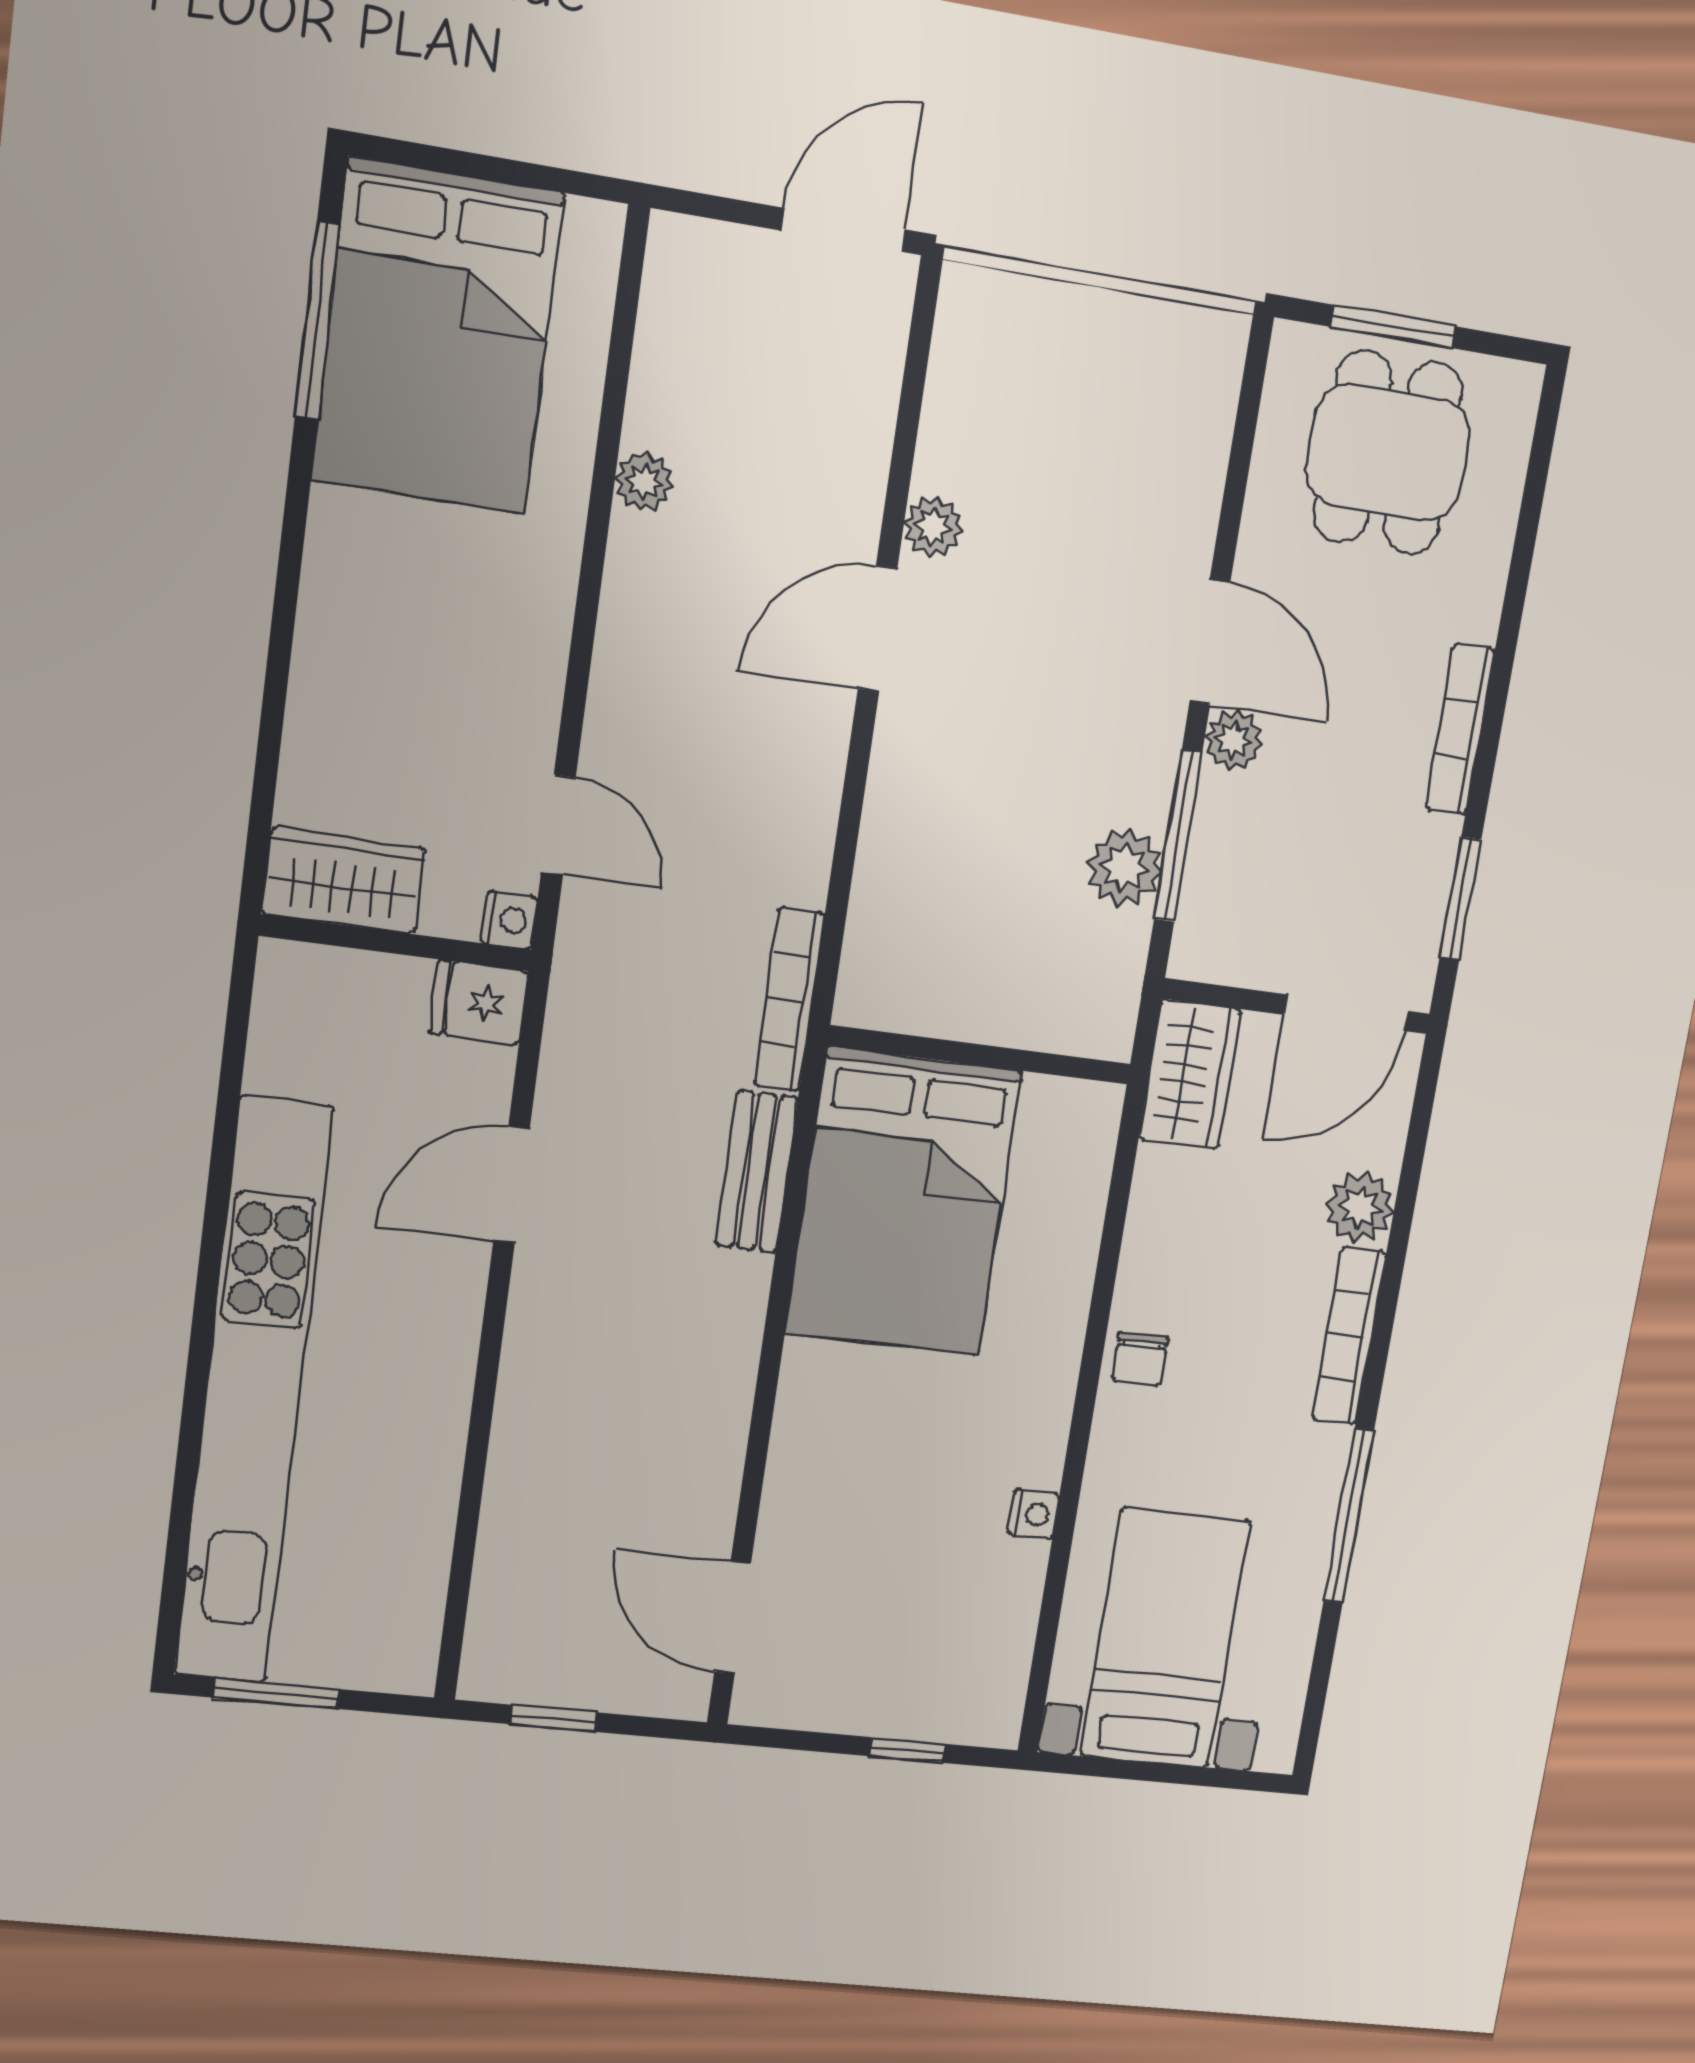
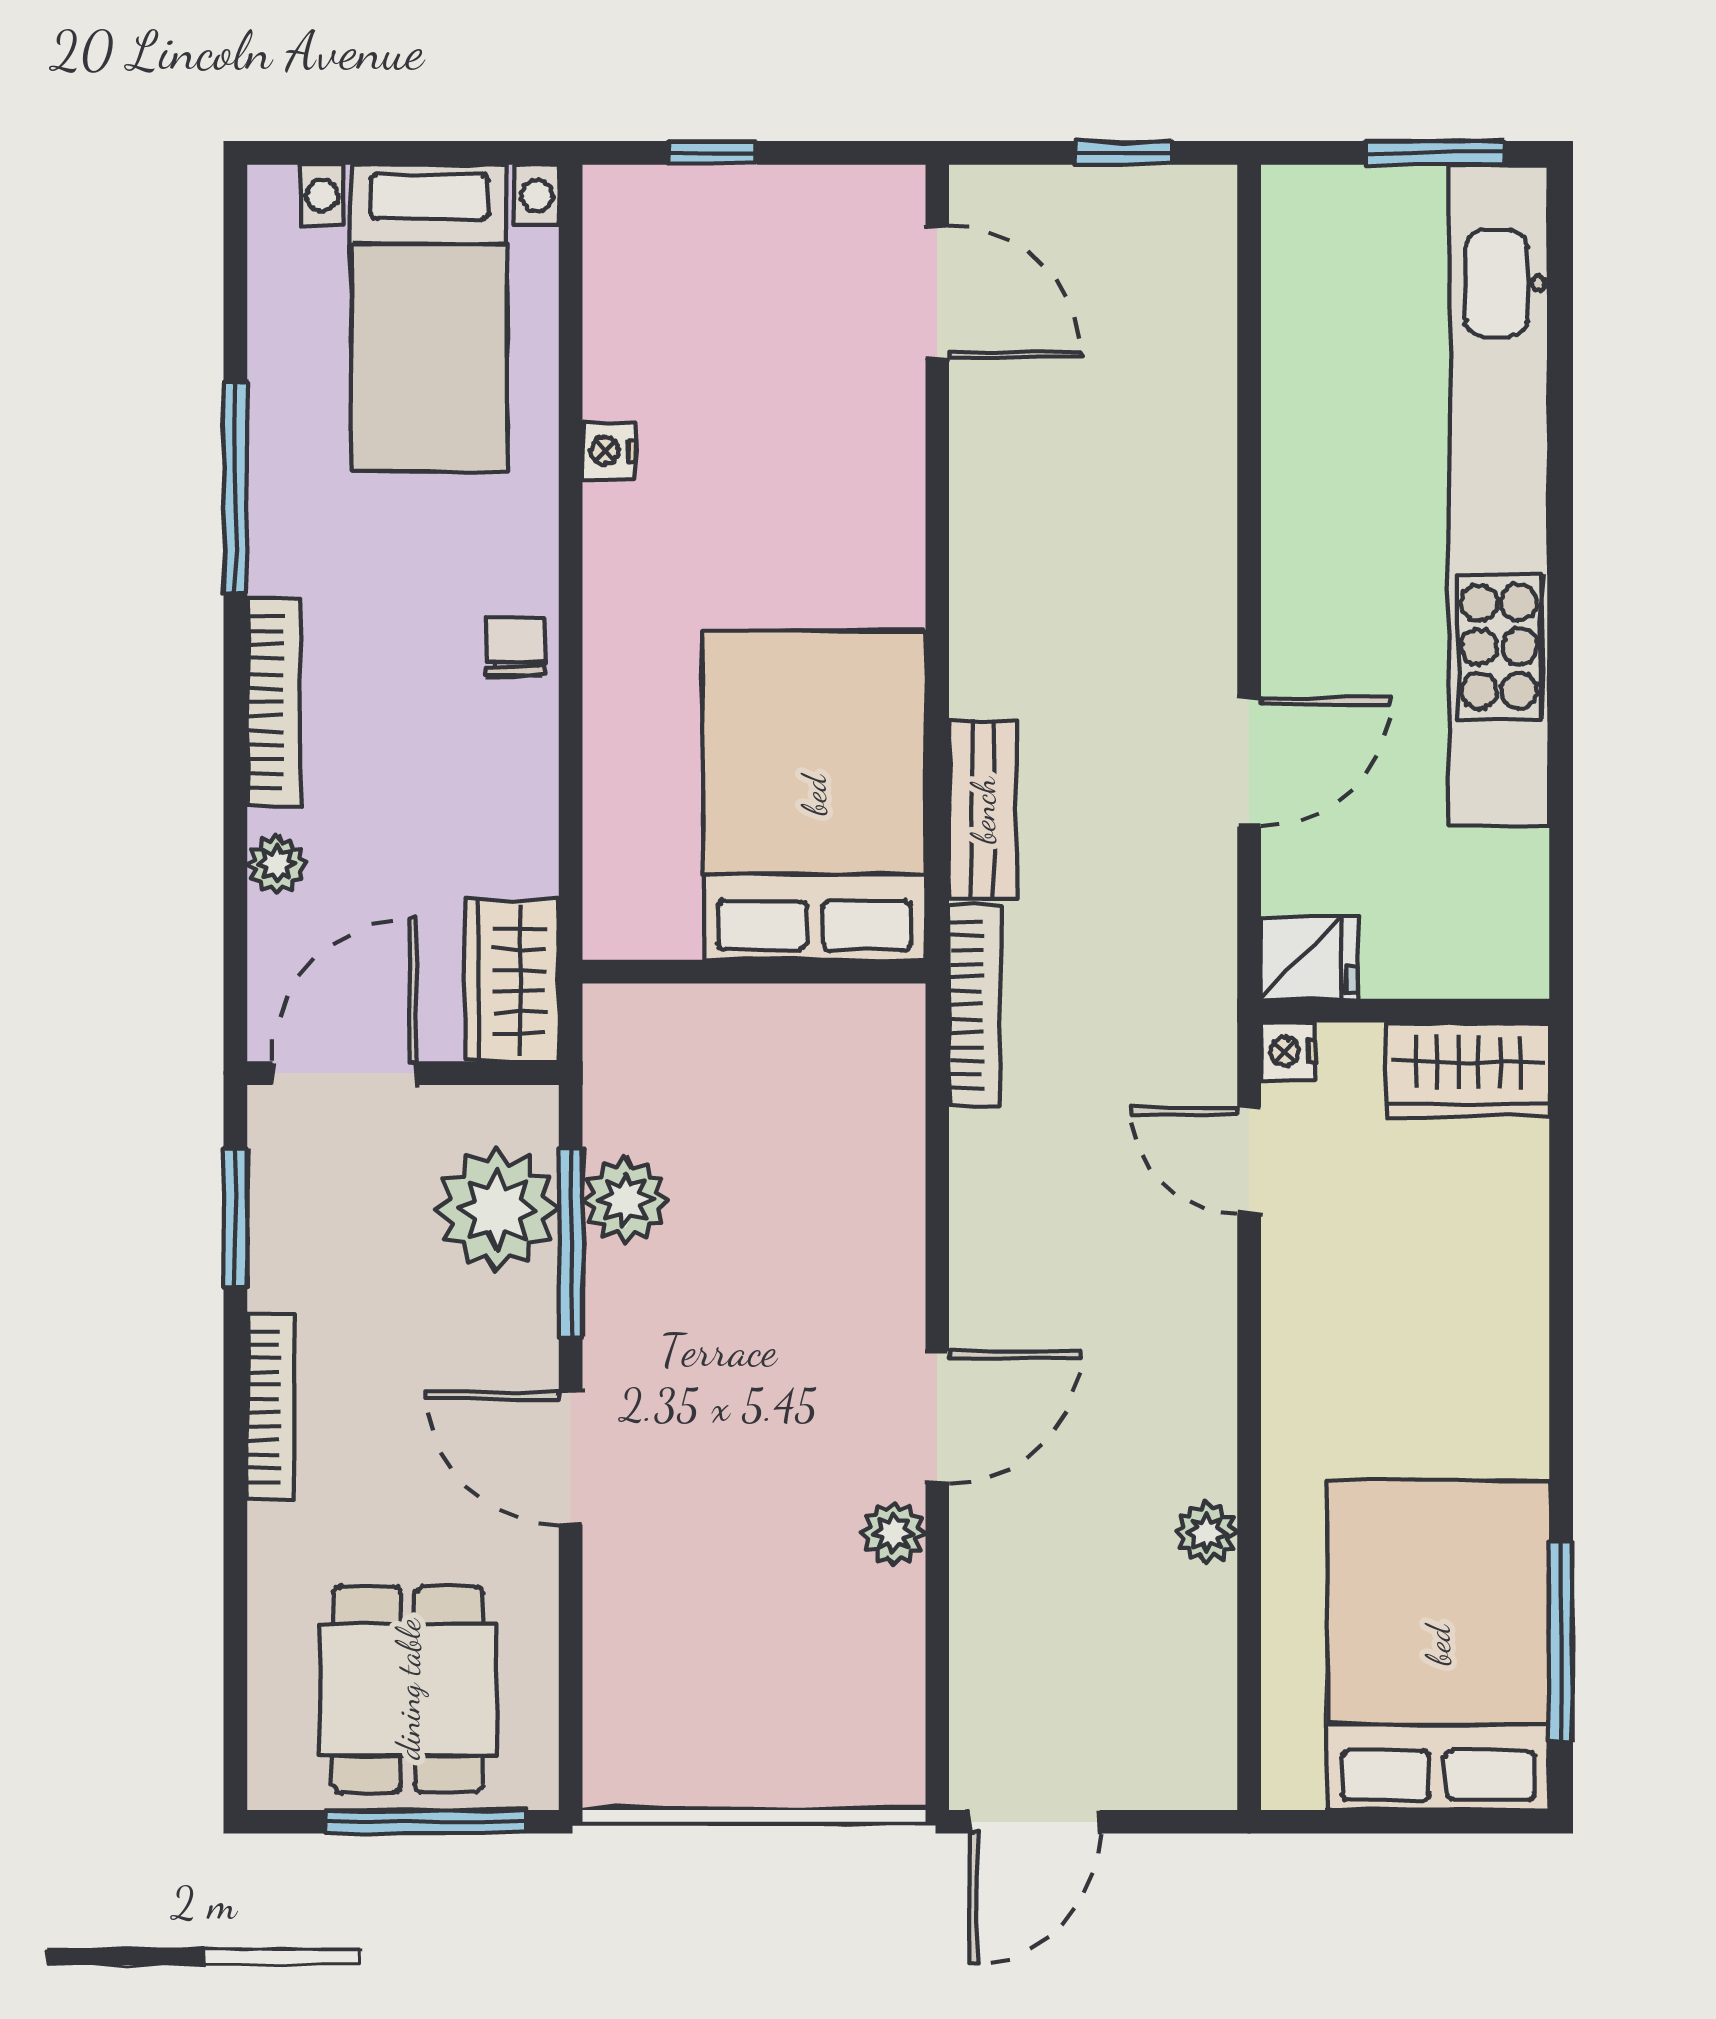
window: (1393, 327) -> (426, 1822), width x1.44
plant: (1234, 740) -> (497, 1209), moved, width x1.88, depth x1.88
plant: (1360, 1207) -> (277, 864), width x0.73, depth x0.73

